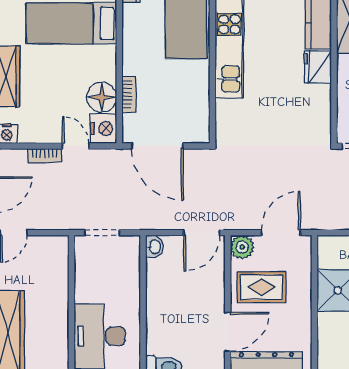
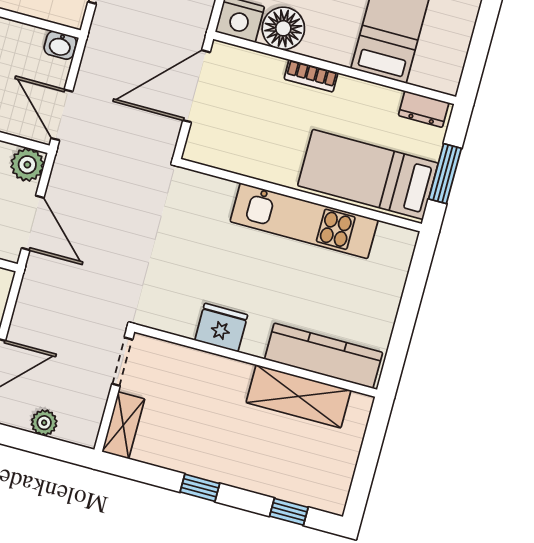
fridge: (318, 67) -> (221, 328), moved
bookcase: (129, 94) -> (311, 76), moved

